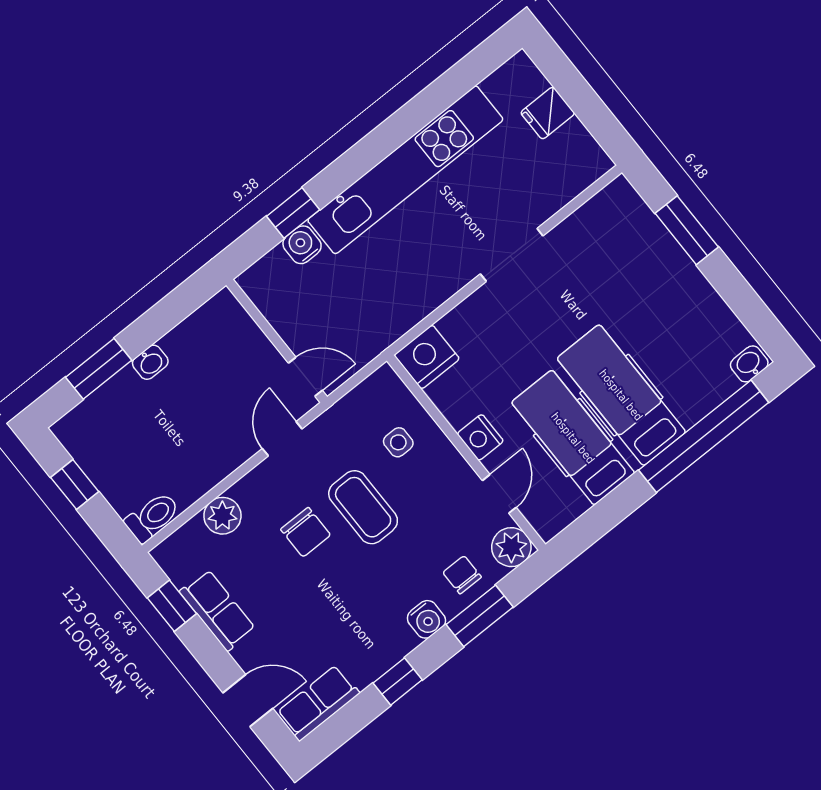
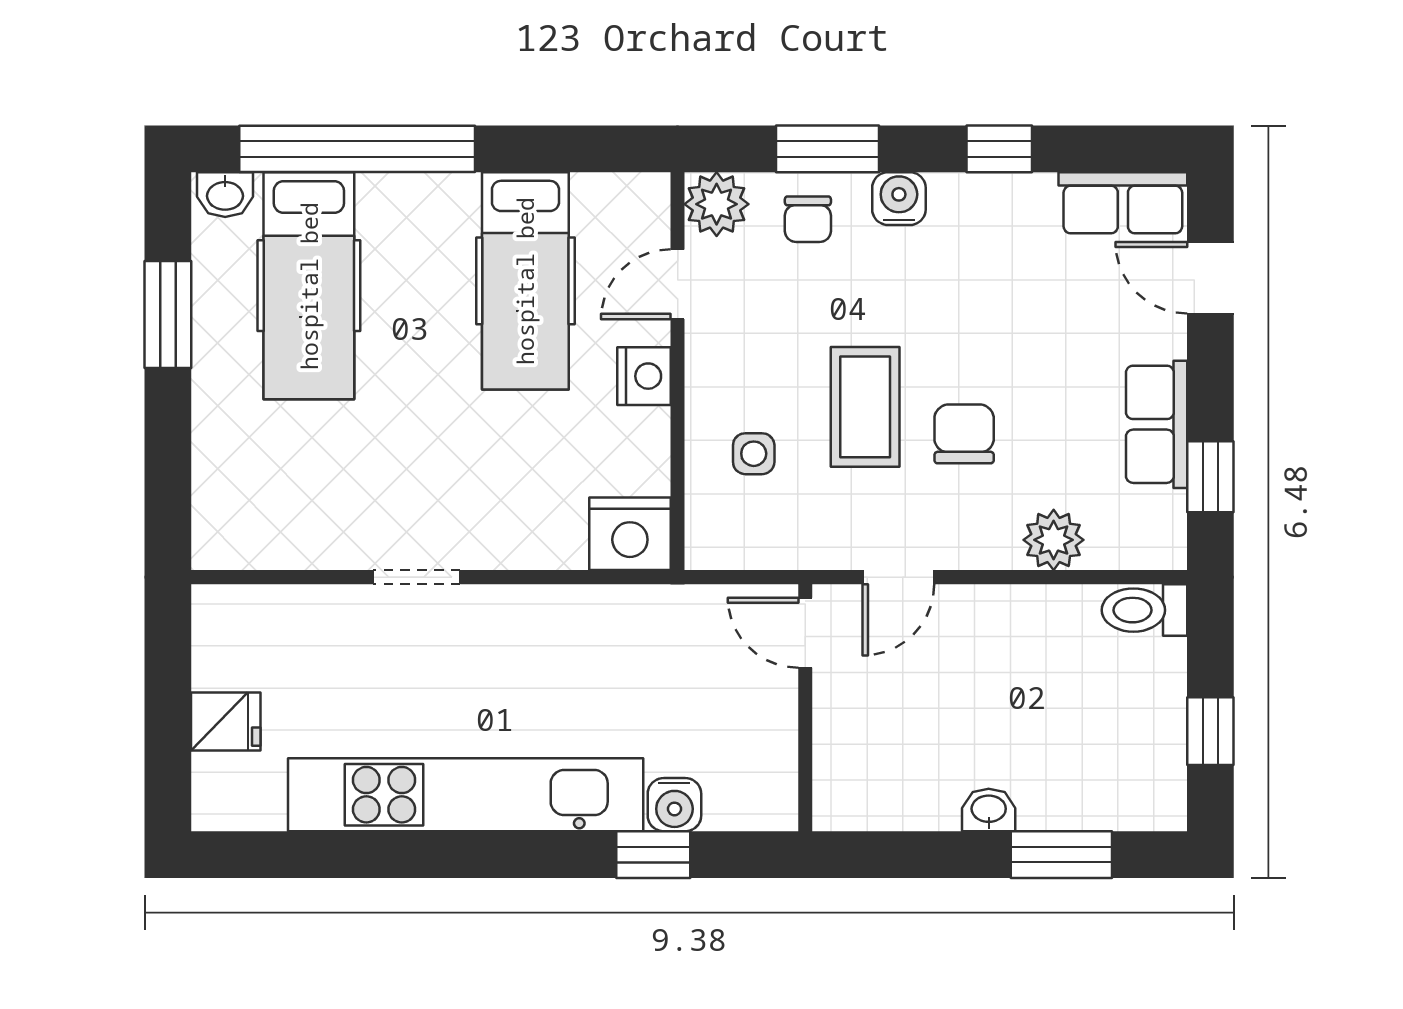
window: (687, 230) -> (168, 314), moved
doorway: (512, 255) -> (417, 577), width x0.73
hospital bed: (621, 395) -> (309, 286), moved

